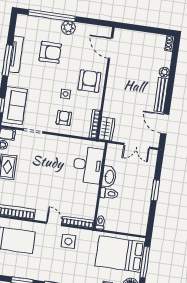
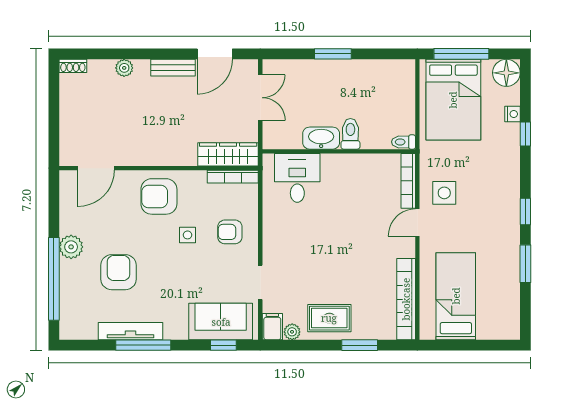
bench: (161, 95) -> (173, 68), width x0.73
wardrobe: (107, 129) -> (228, 154), width x1.50
desk: (88, 165) -> (297, 178), width x0.73

